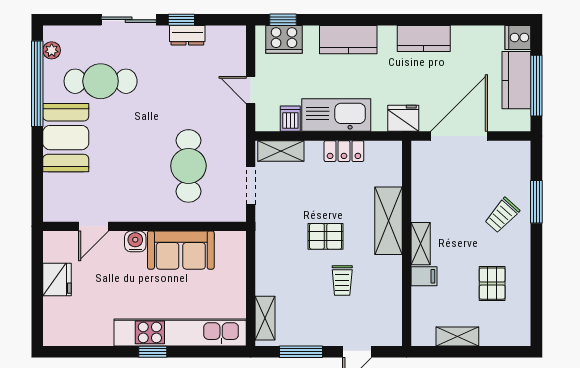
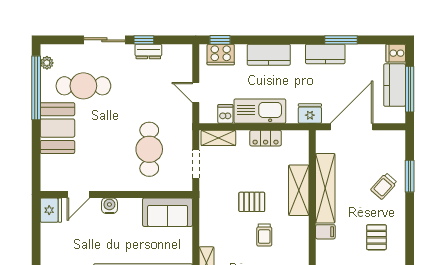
window: (445, 20) -> (341, 40), added
shelving: (421, 244) -> (325, 188), width x2.20, depth x1.33
sofa: (181, 250) -> (168, 212), moved
fridge: (57, 280) -> (51, 210), moved

